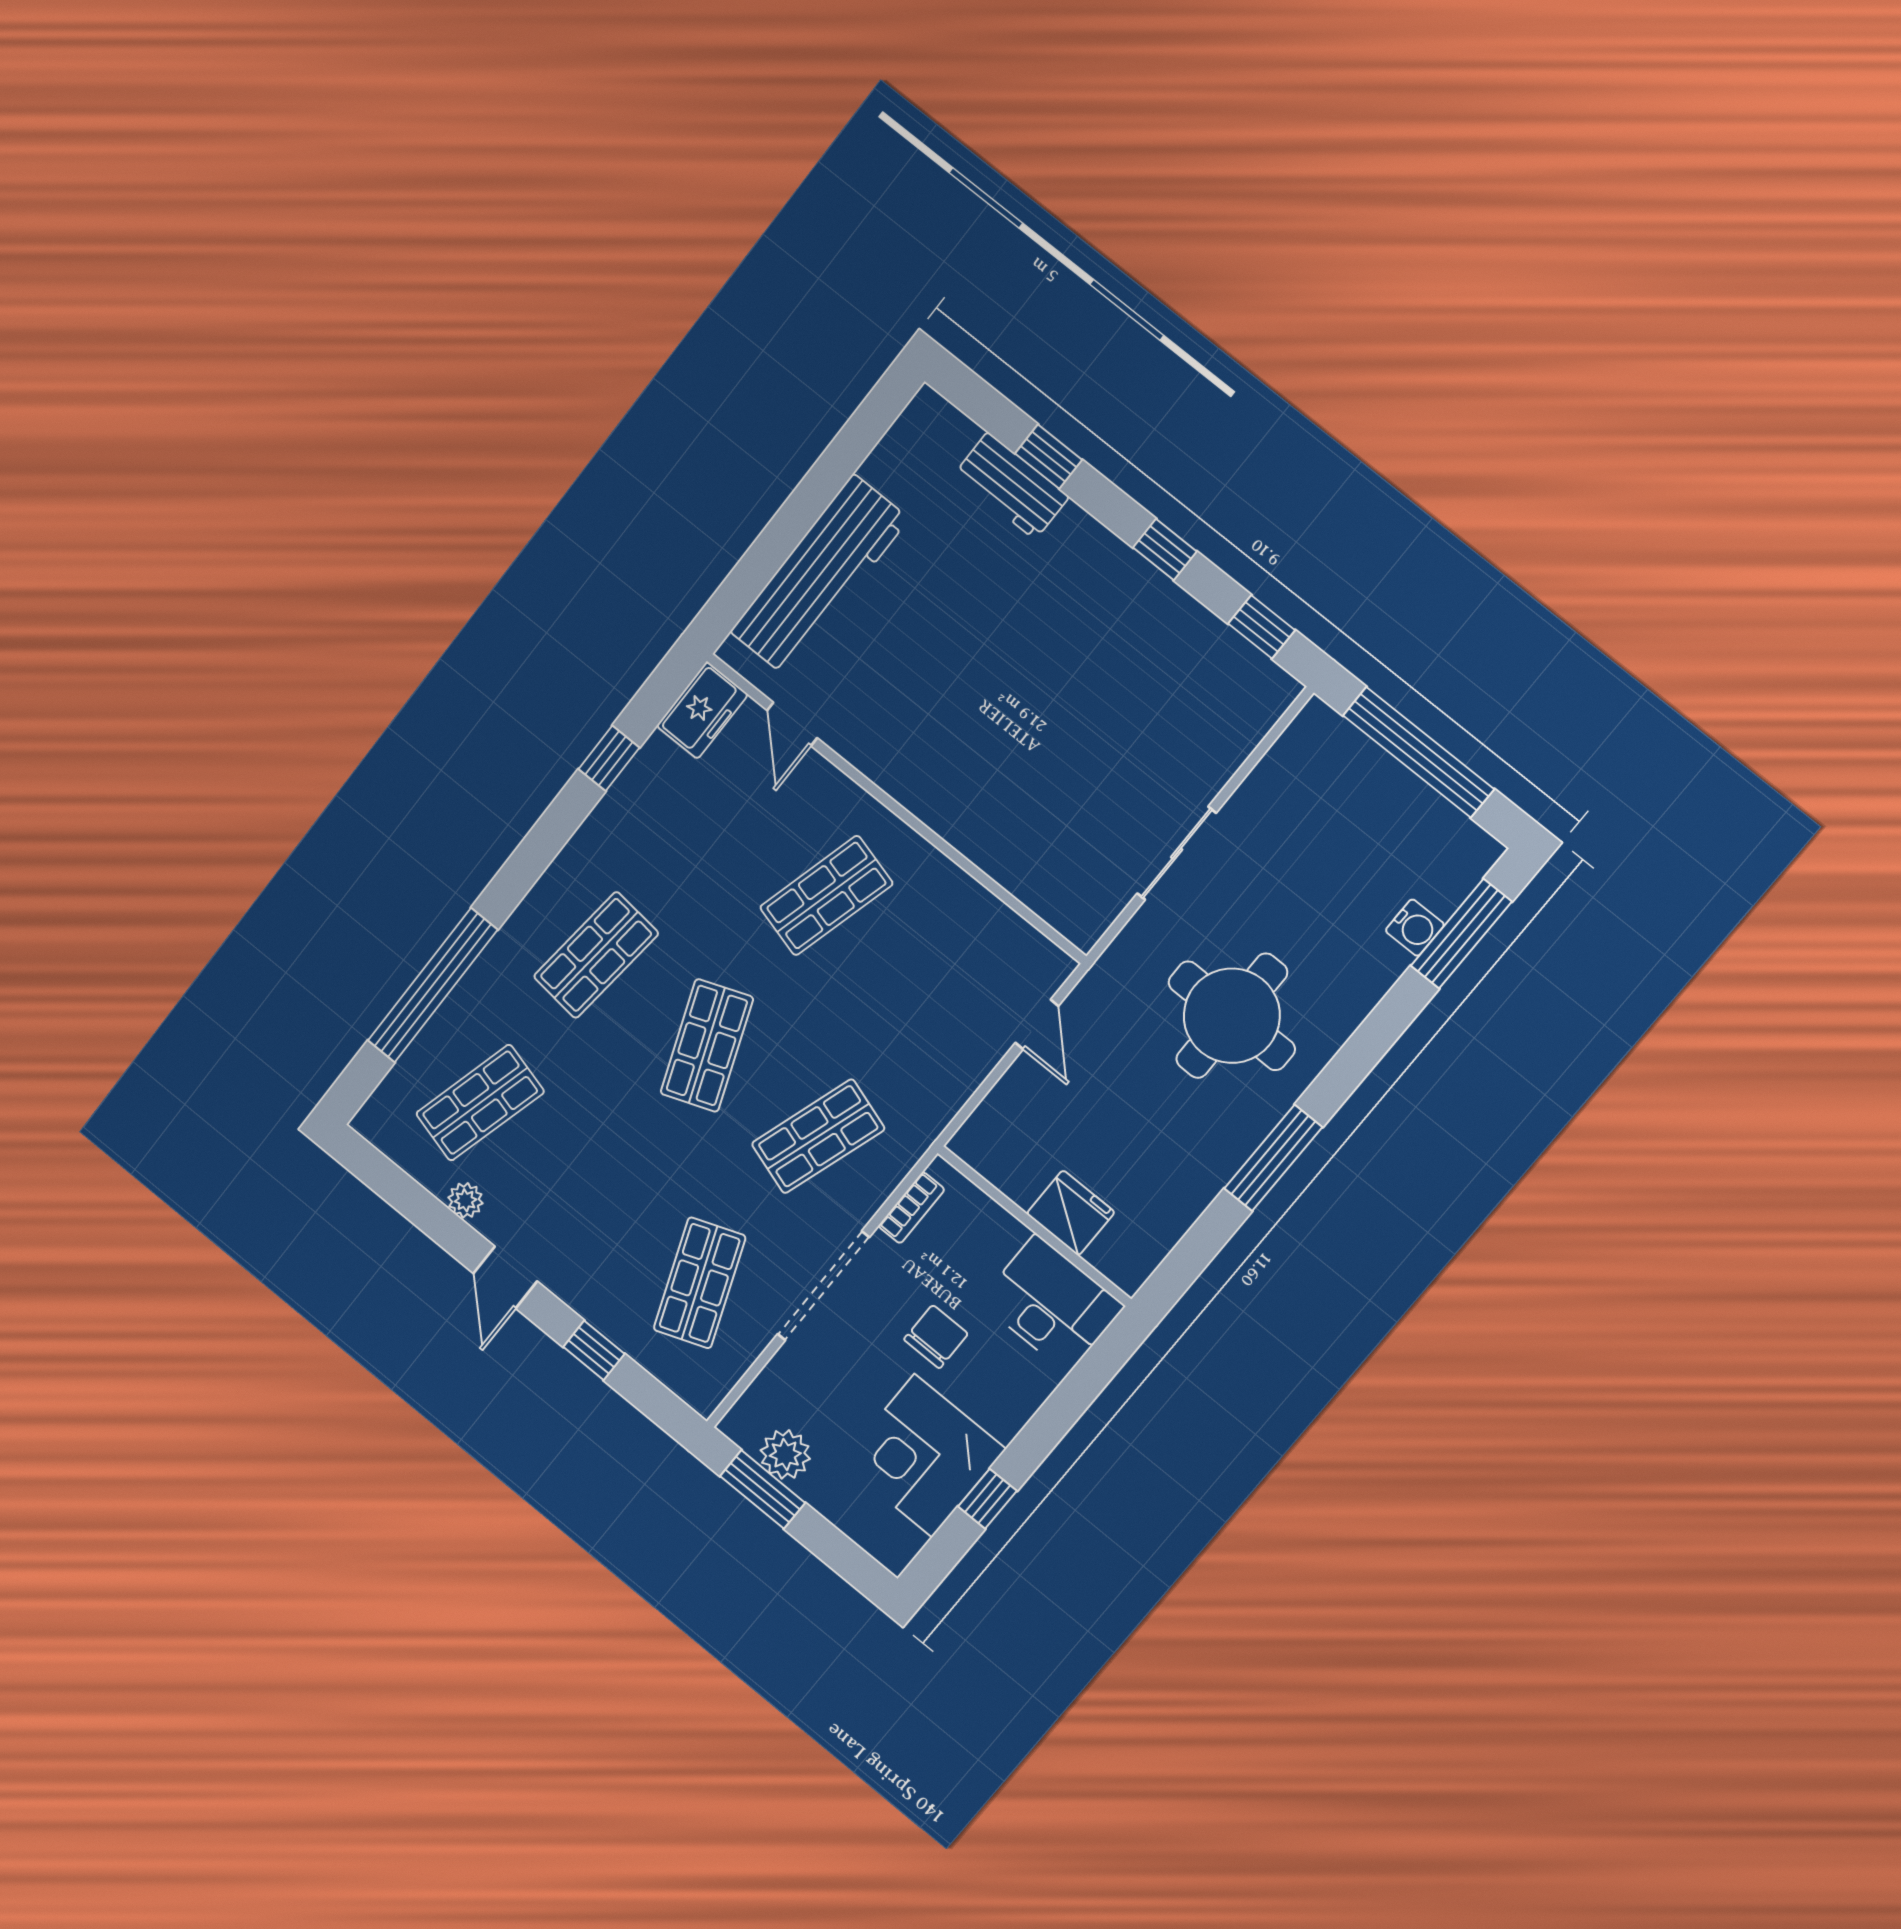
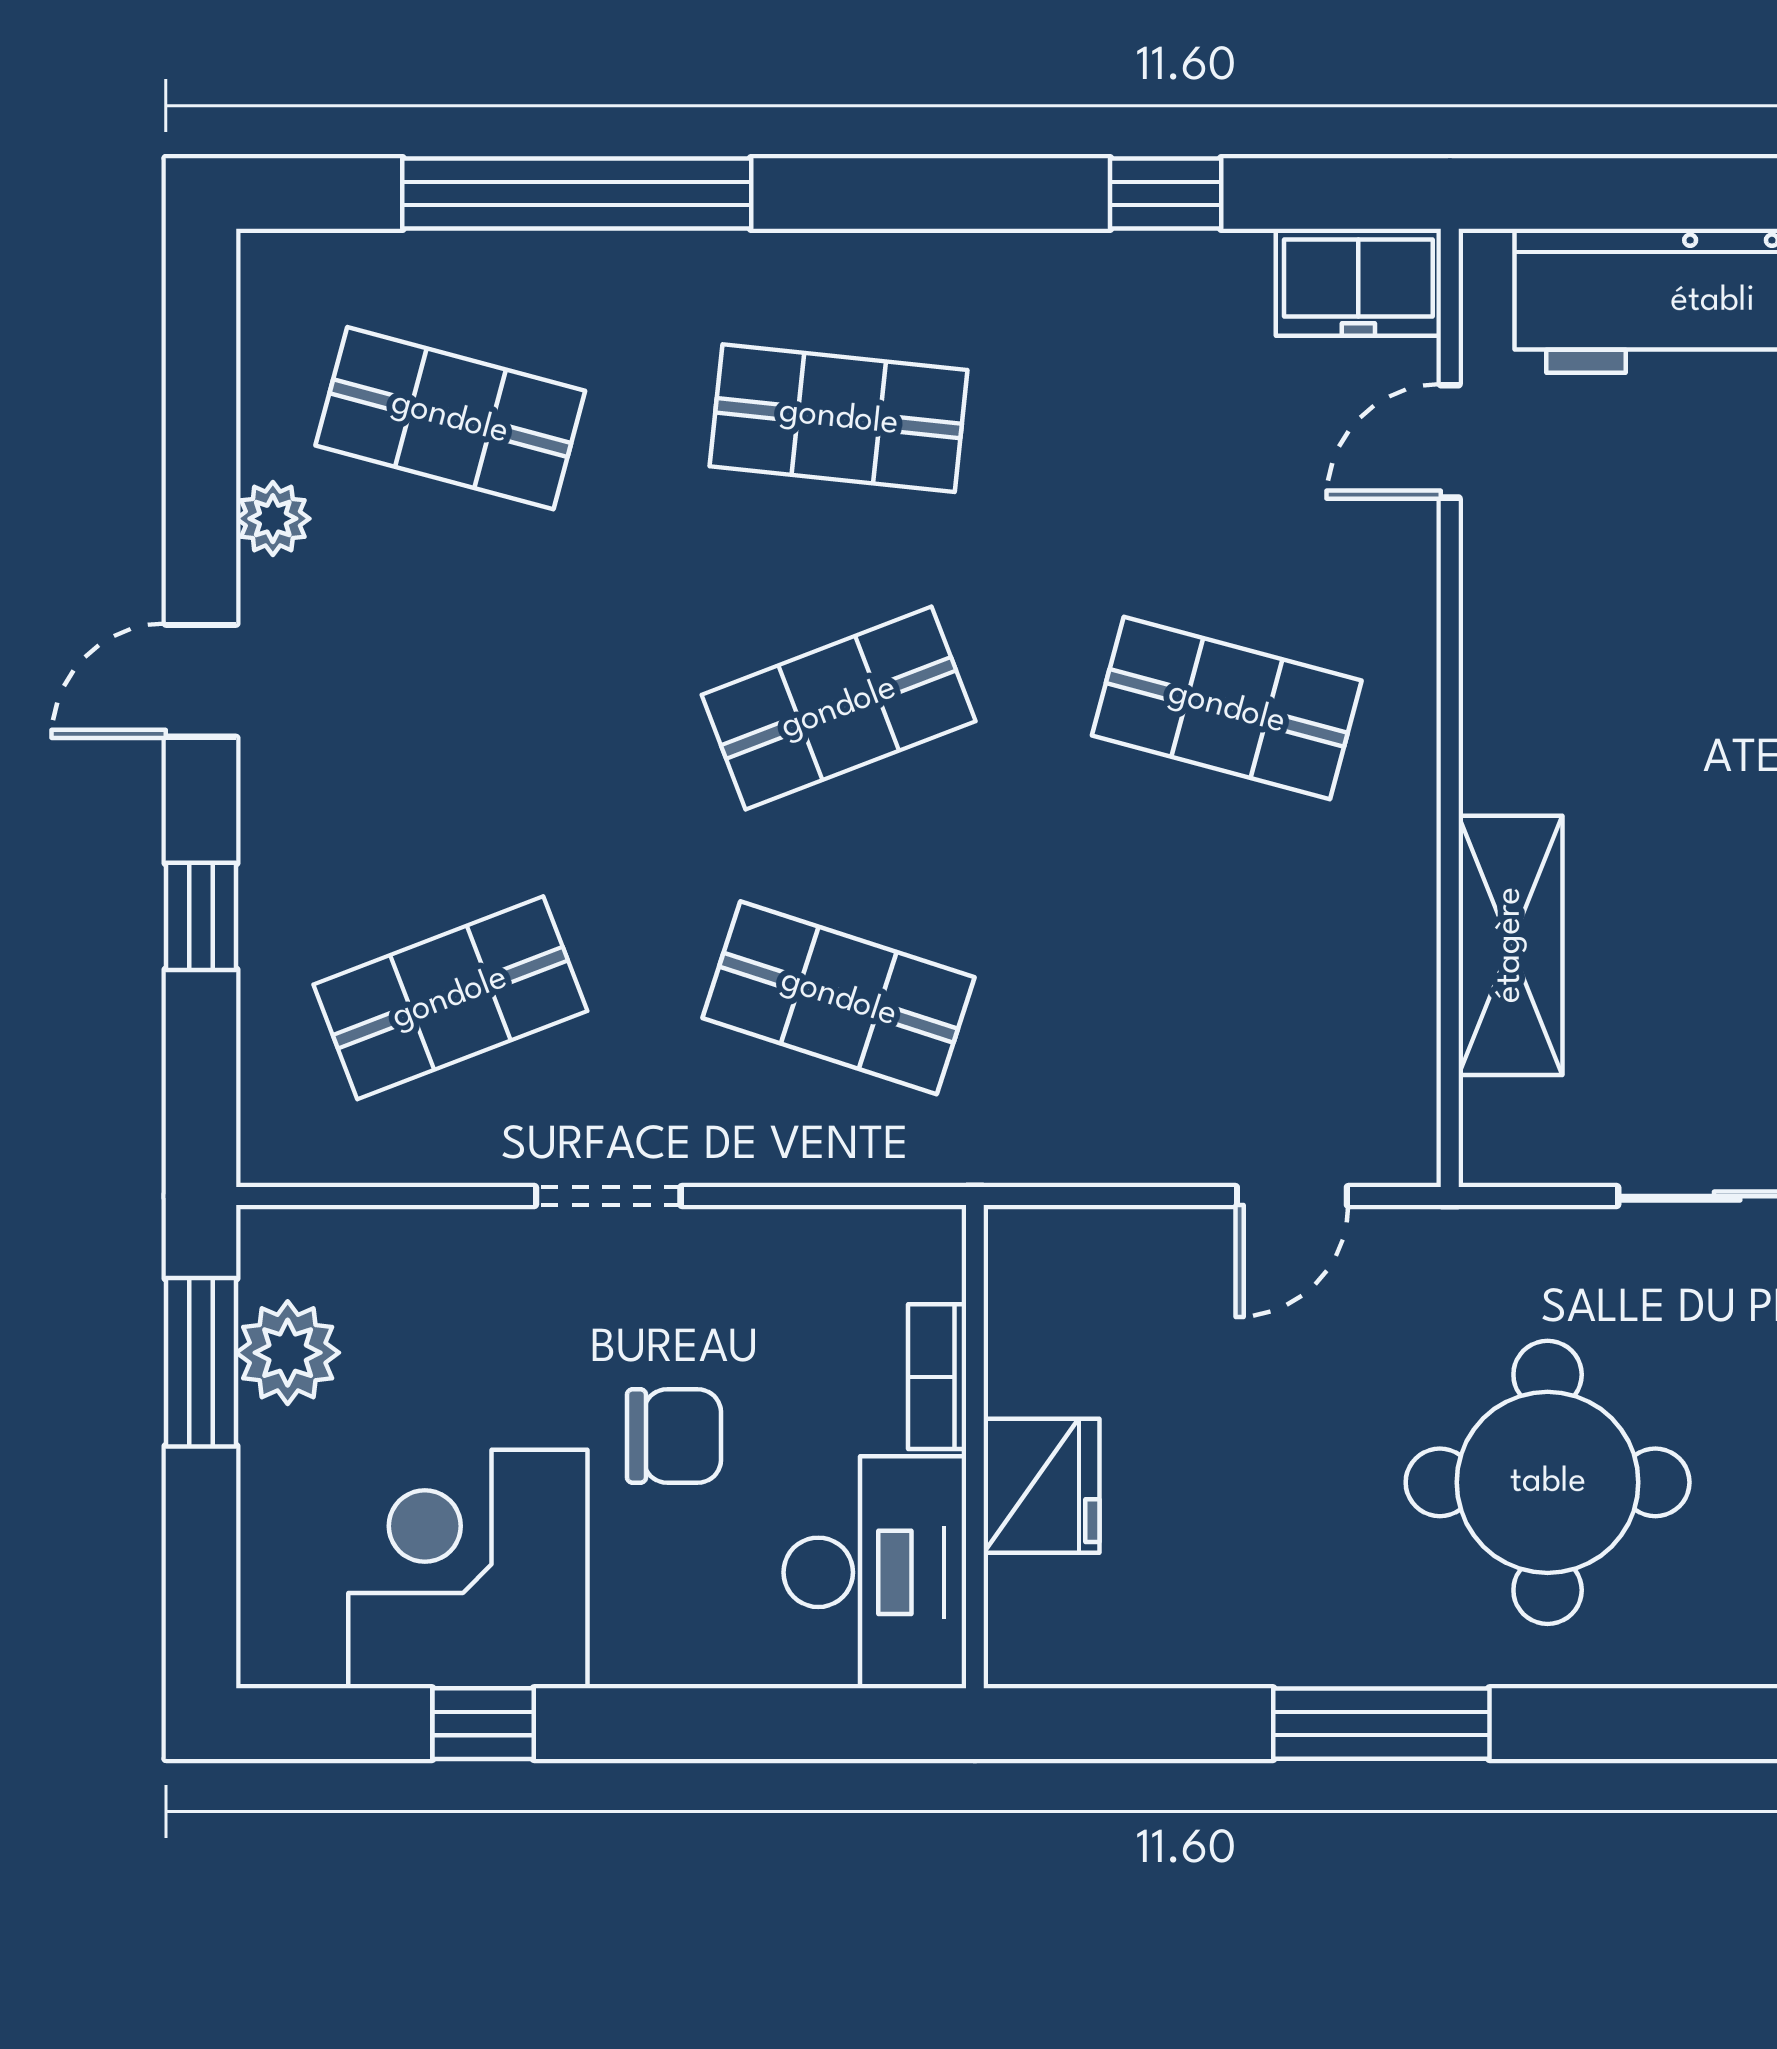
shelving: (1008, 859) -> (1510, 945), added
bookcase: (911, 1208) -> (937, 1377), moved, turned 90
doorway: (823, 1286) -> (608, 1196), width x0.53

